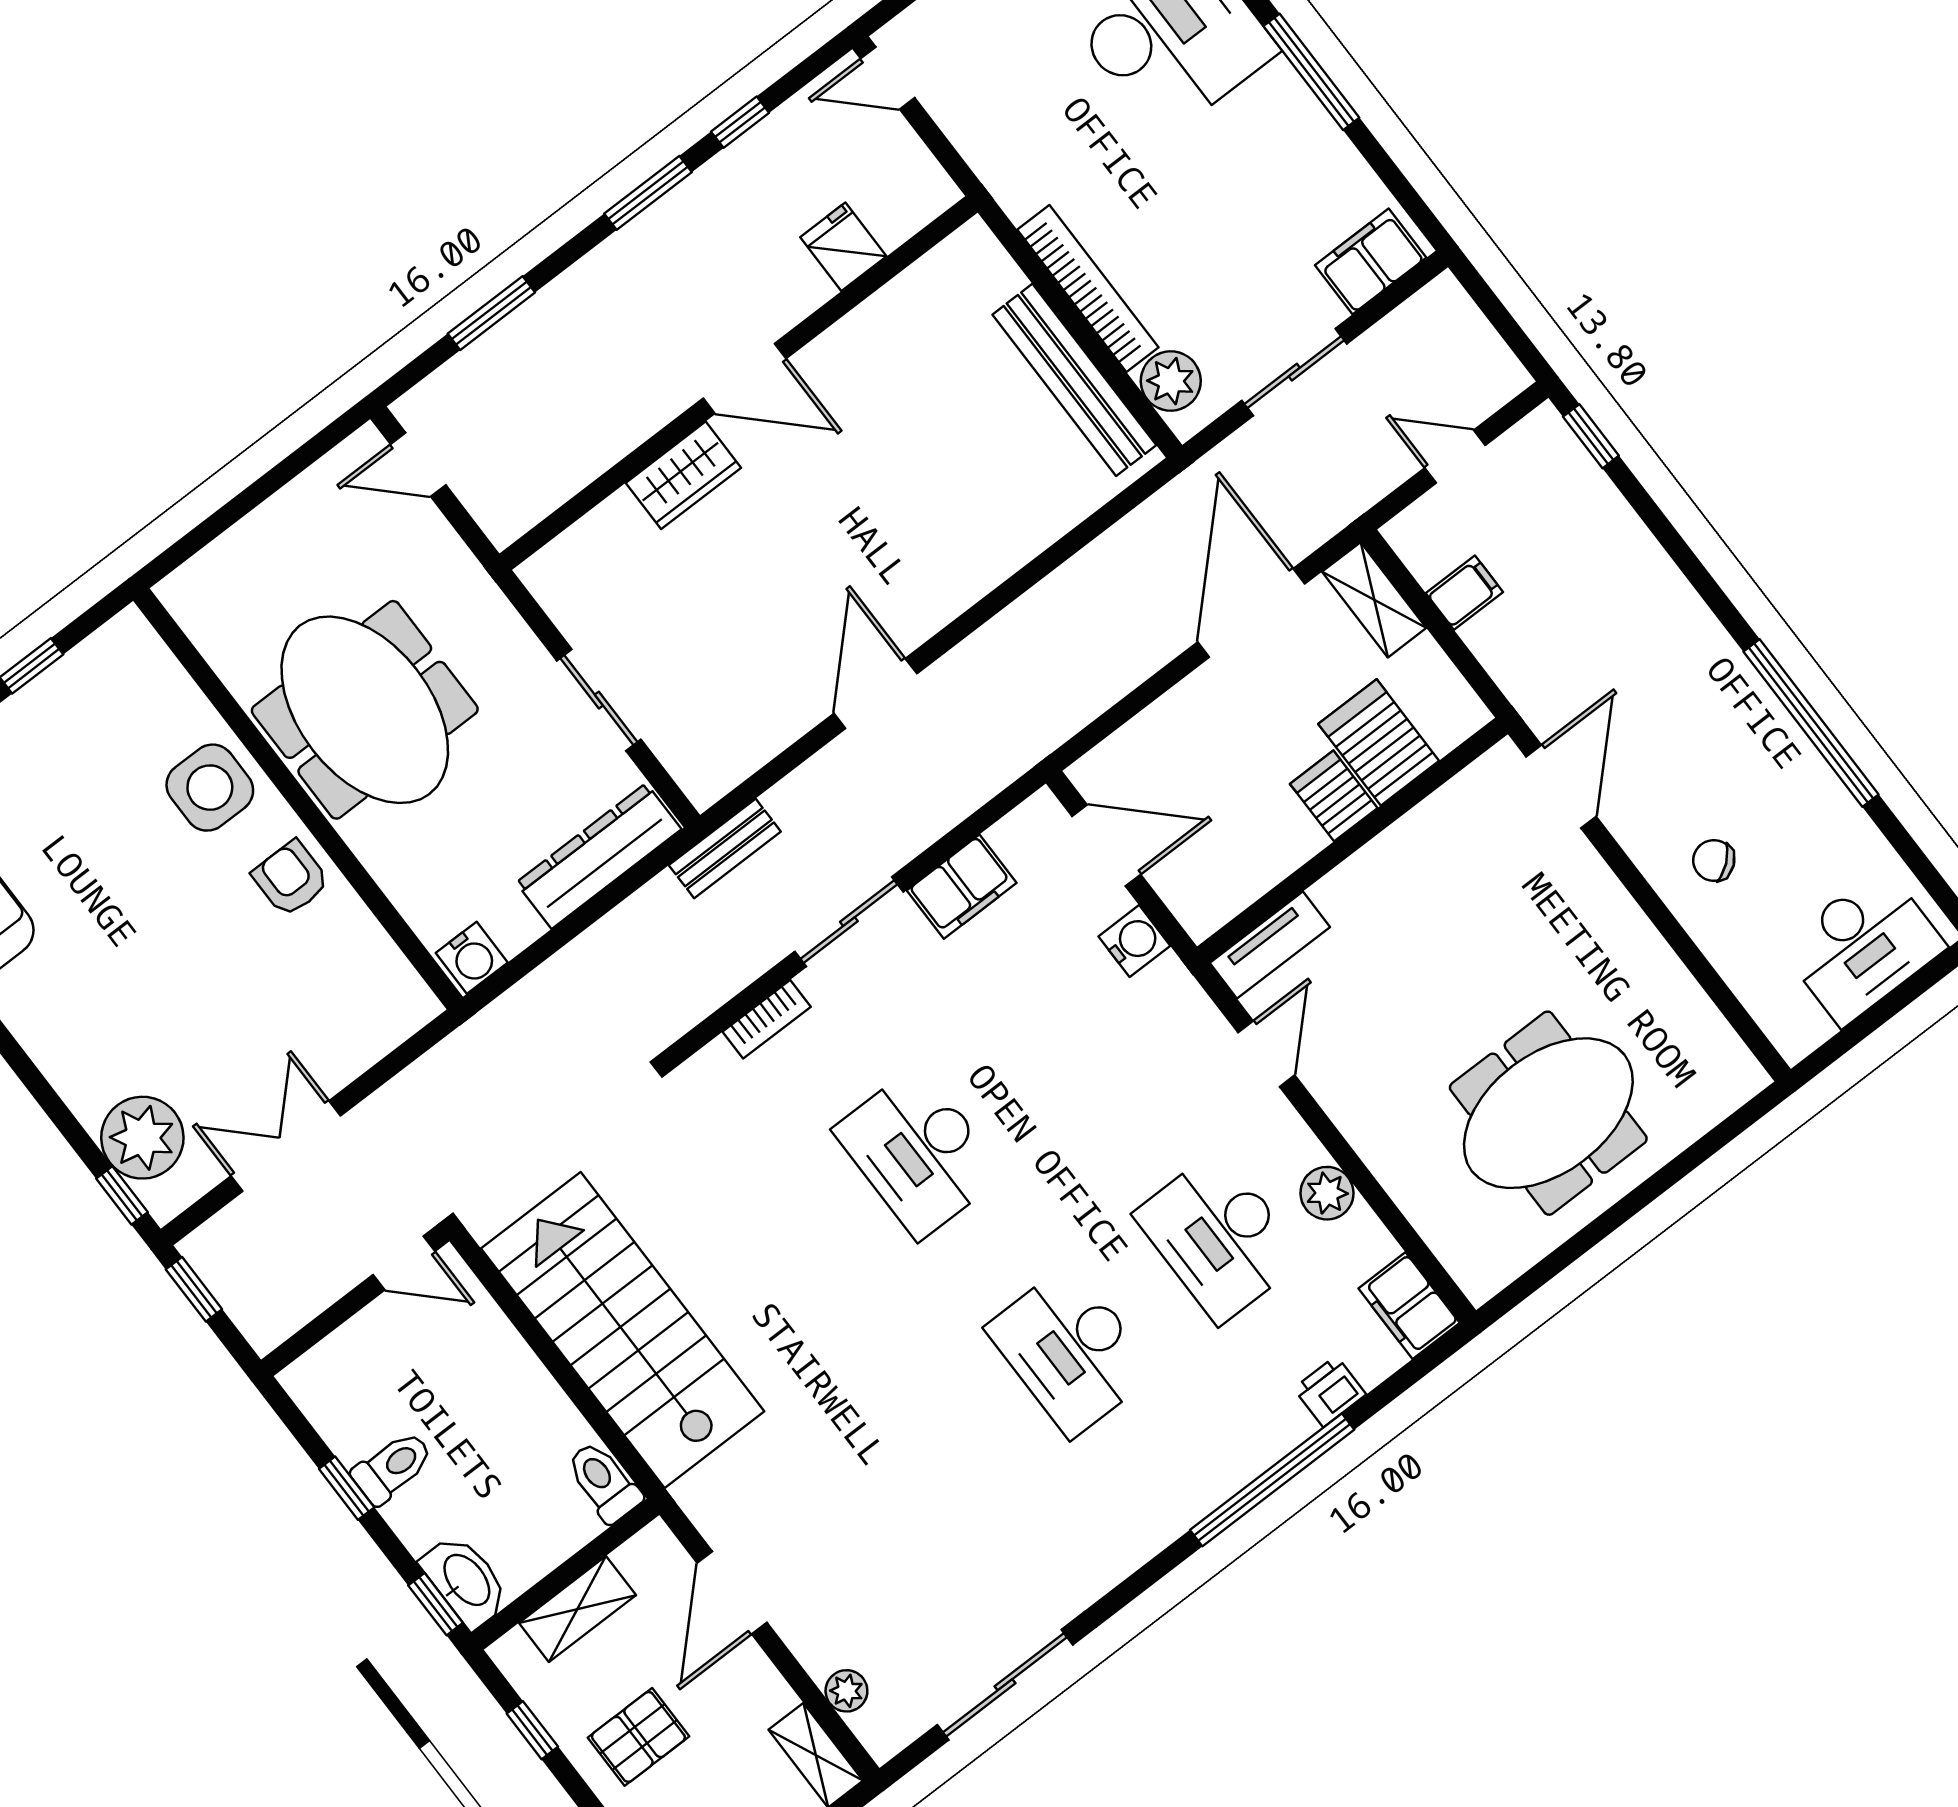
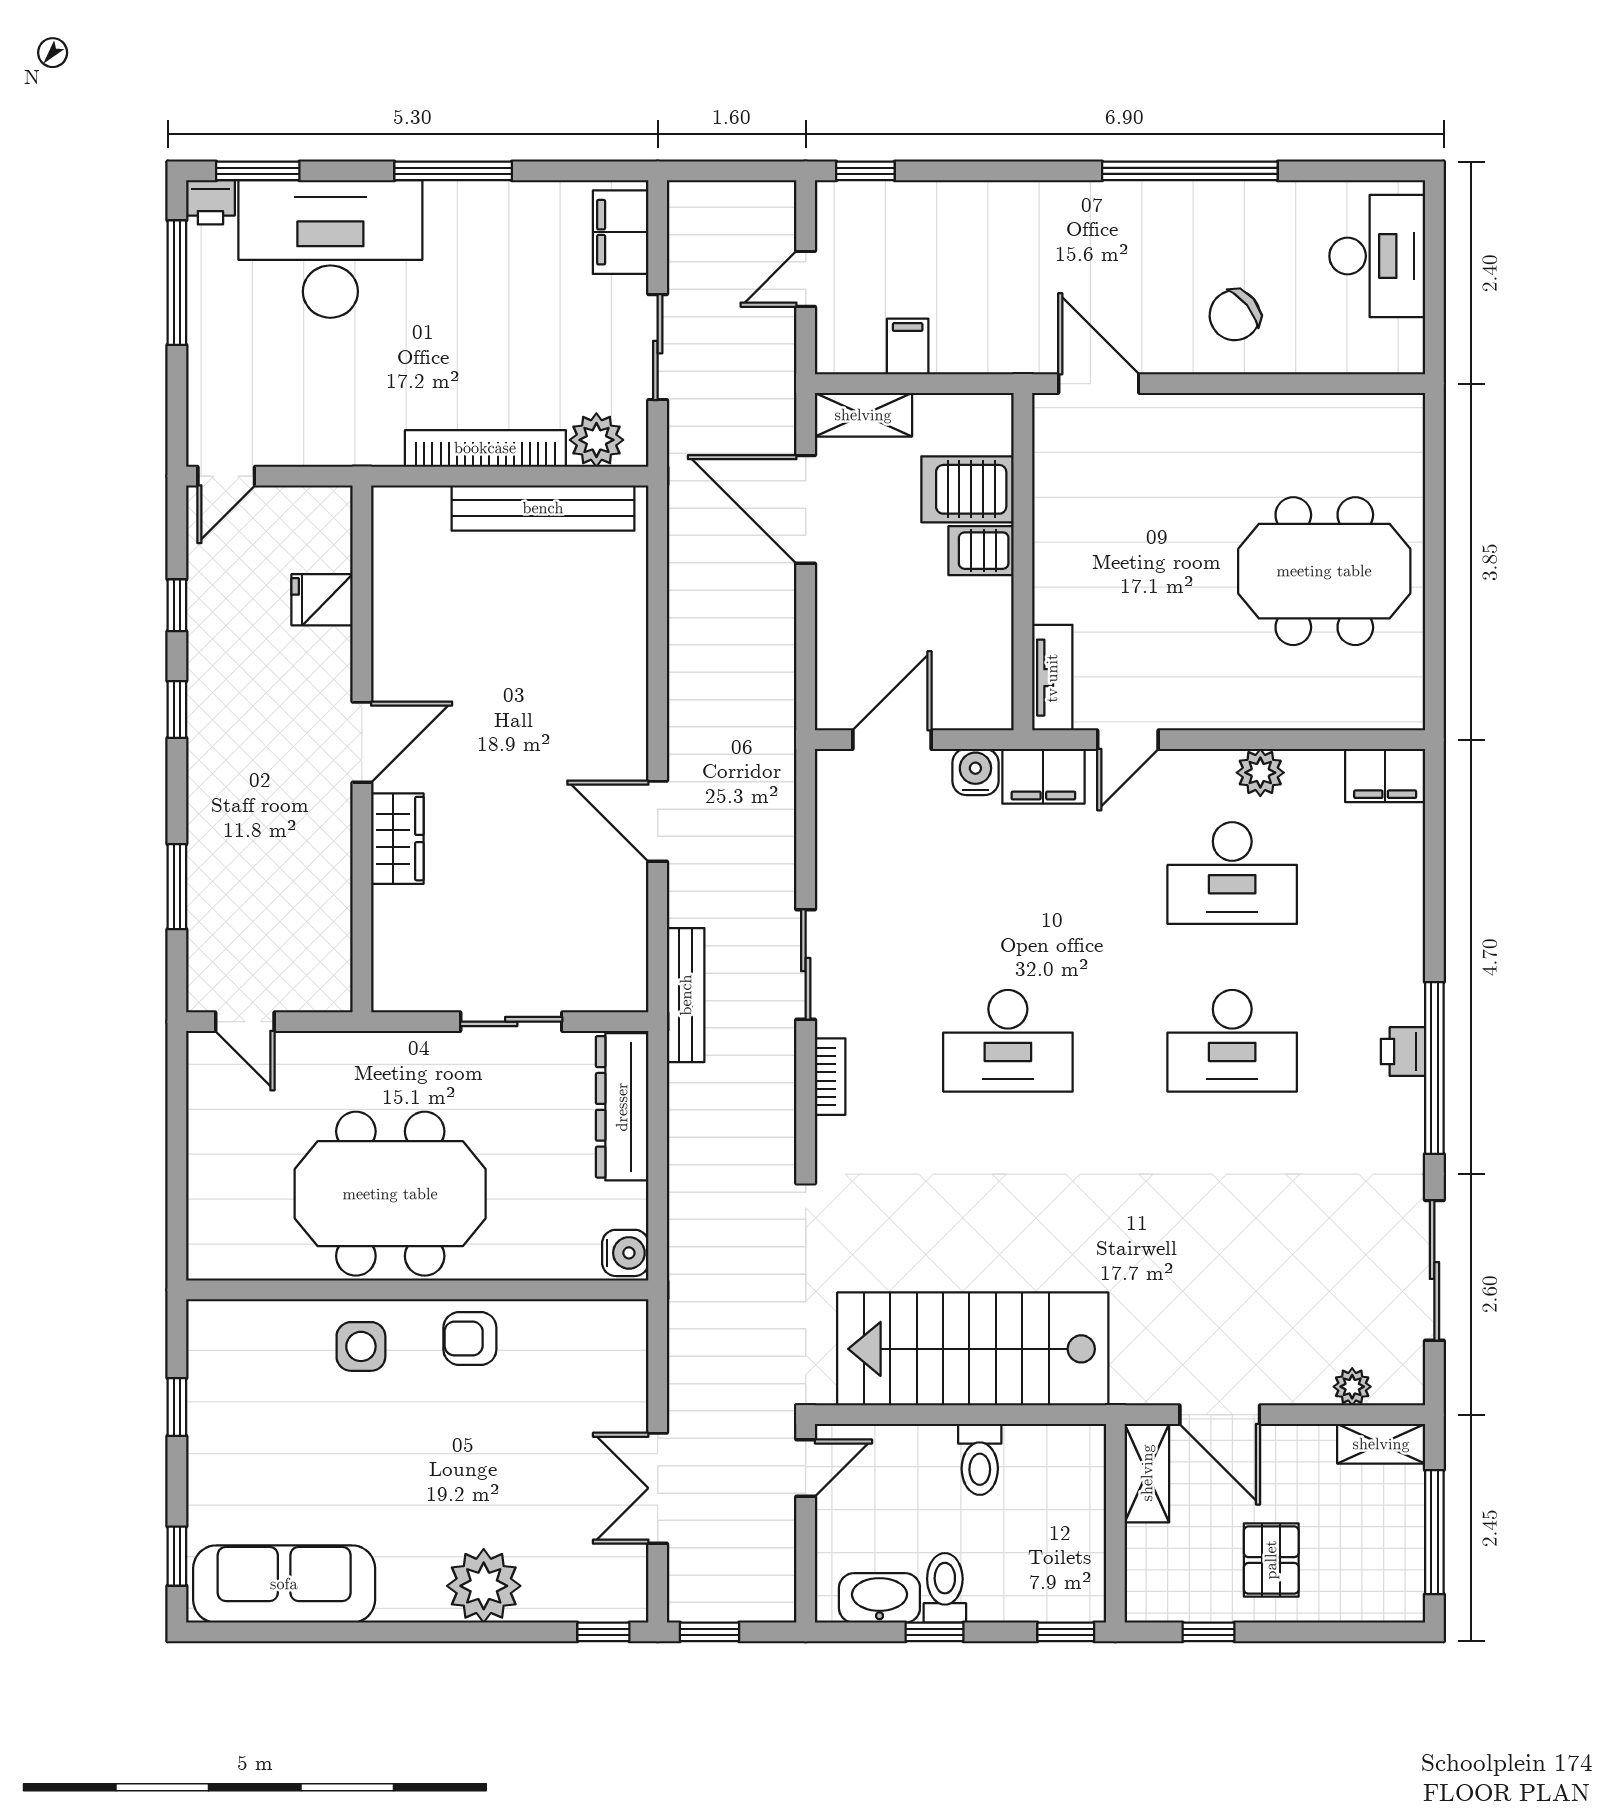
window: (648, 193) -> (177, 709), width x0.67
door: (418, 465) -> (245, 1022), hinge flipped
side table: (210, 788) -> (361, 1346), width x0.73, depth x0.73
bench: (725, 848) -> (686, 995), width x1.36
chair: (1714, 860) -> (1235, 315), width x1.37, depth x1.37
filing cabinet: (962, 887) -> (1043, 776), moved, turned 90
door: (1266, 1054) -> (1128, 740), swing flipped
meeting table: (1548, 1113) -> (1324, 571), turned 90
plant: (142, 1138) -> (484, 1586), moved
printer: (1330, 1391) -> (1403, 1052), moved
window: (1272, 1480) -> (1434, 1068), moved
toilet: (604, 1482) -> (980, 1459), moved, turned -90
washbasin: (466, 1581) -> (879, 1598), moved
shelving: (577, 1609) -> (1147, 1473), moved

